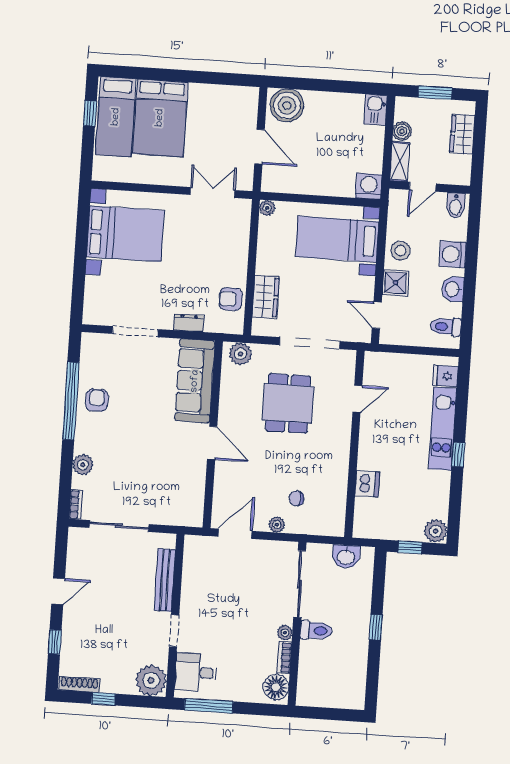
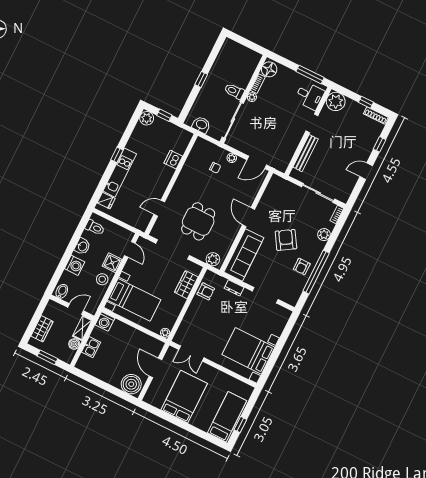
kitchen sink: (376, 110) -> (91, 347), moved
bed: (160, 118) -> (184, 397), moved
armchair: (139, 432) -> (286, 240), added

